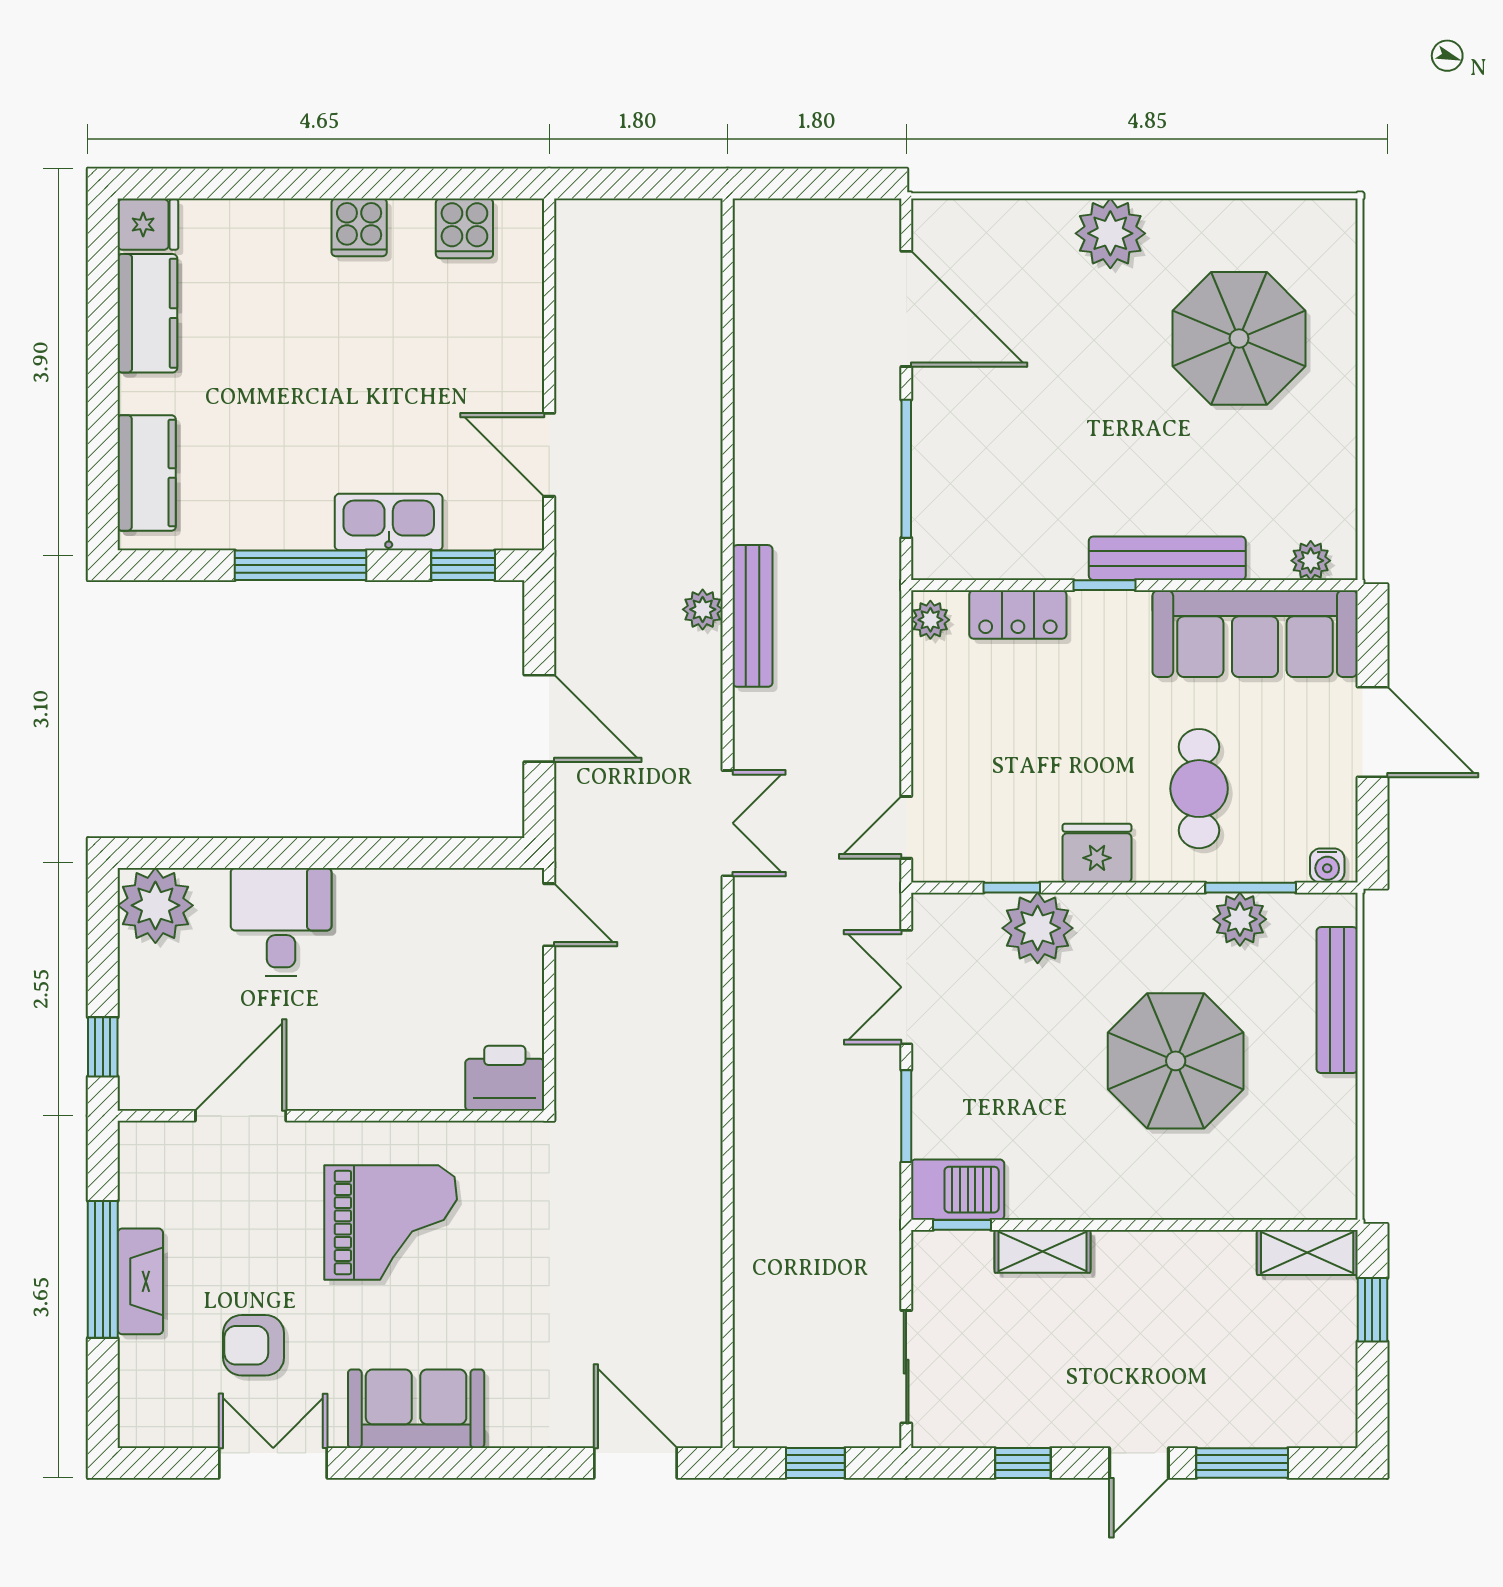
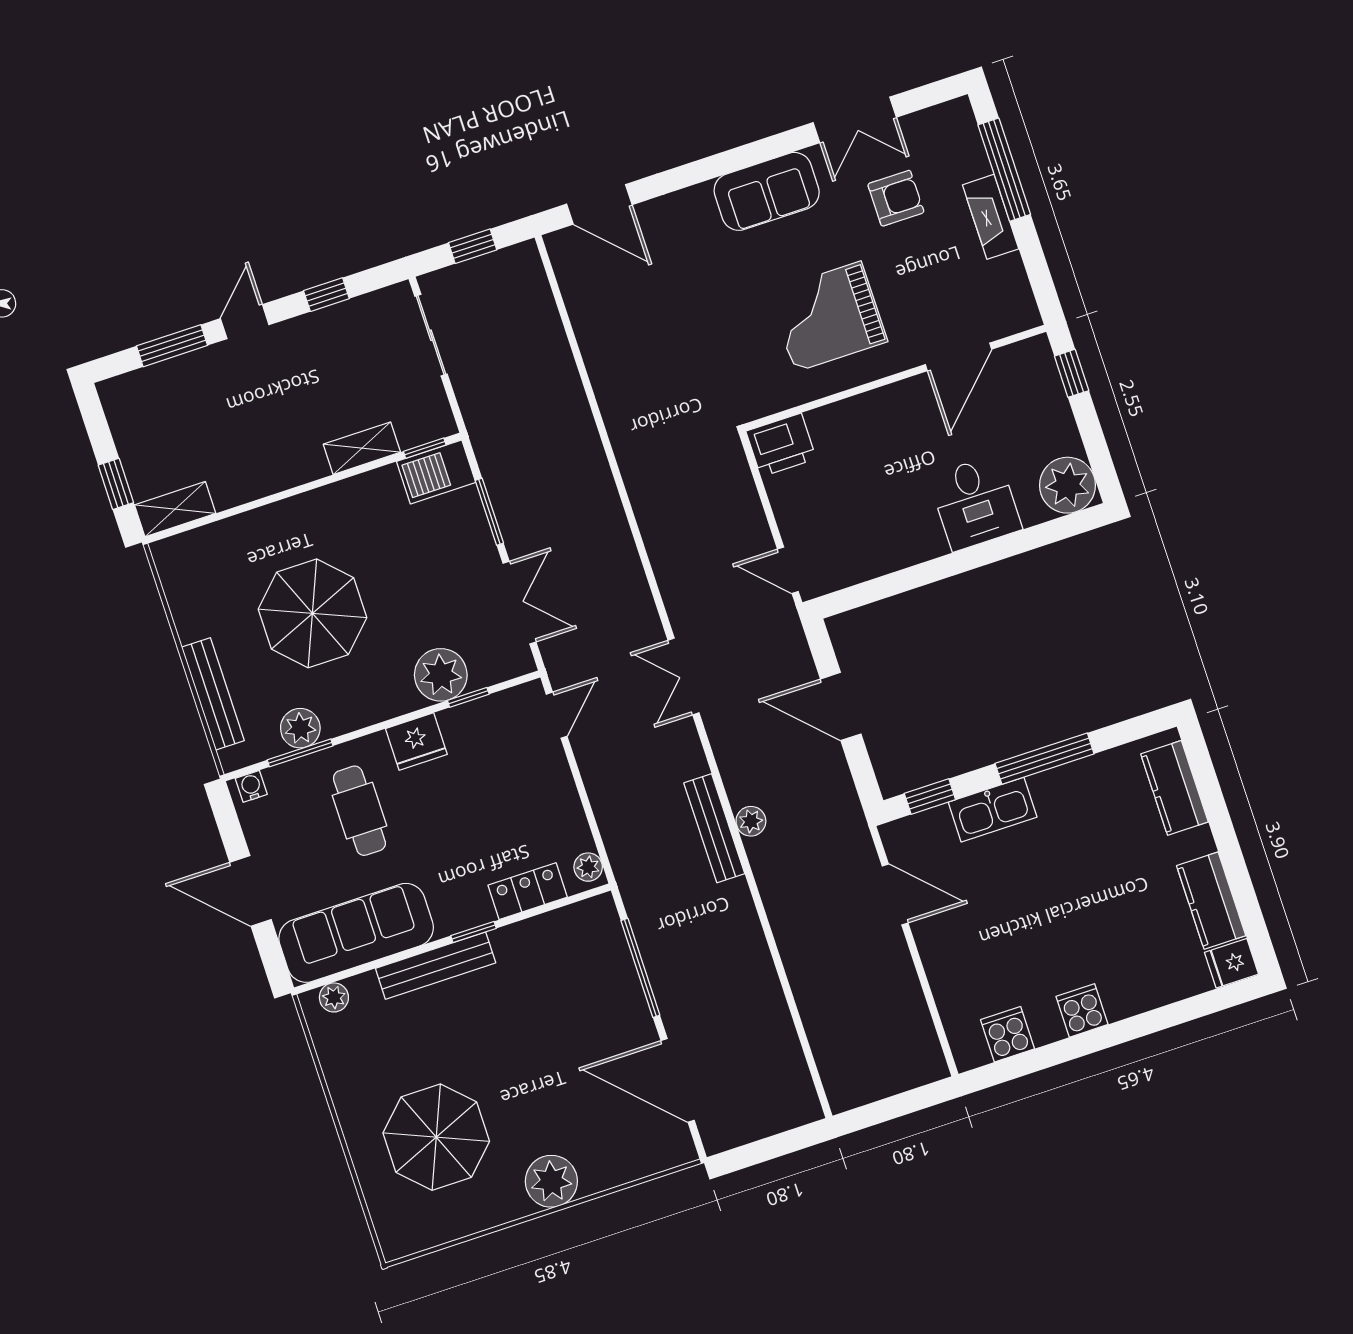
window: (103, 1269) -> (1004, 170), moved

